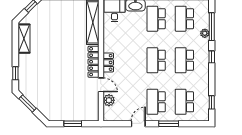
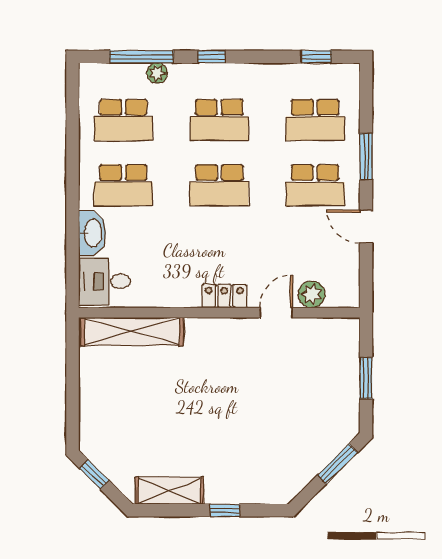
locker: (94, 62) -> (223, 330), removed
window: (15, 73) -> (225, 510), moved
window: (28, 103) -> (338, 464), moved

